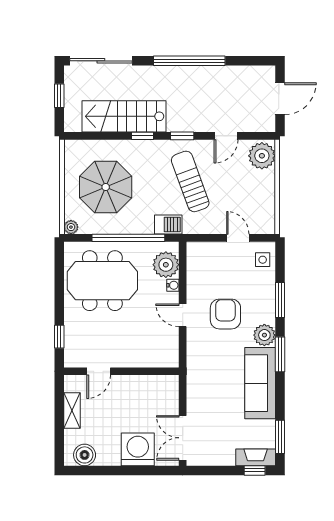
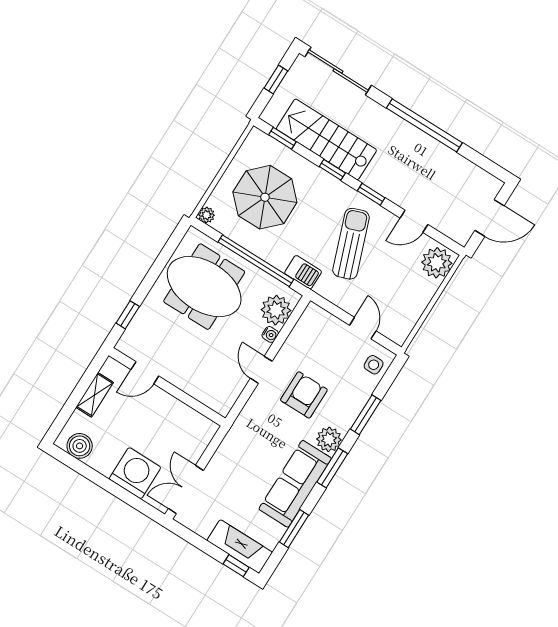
window: (91, 136) -> (282, 138), added
window: (280, 437) -> (294, 529), moved
fireplace: (256, 457) -> (240, 546), width x1.37, depth x1.32

